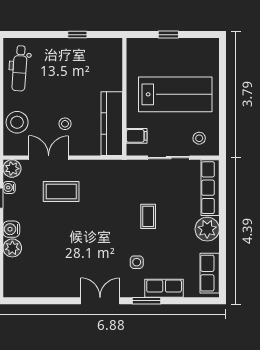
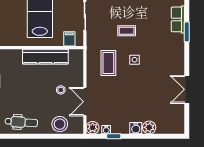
kitchen counter: (112, 124) -> (45, 57), moved
coffee table: (61, 192) -> (108, 63), moved
side table: (137, 262) -> (135, 60), moved
double door: (100, 301) -> (187, 89), moved

